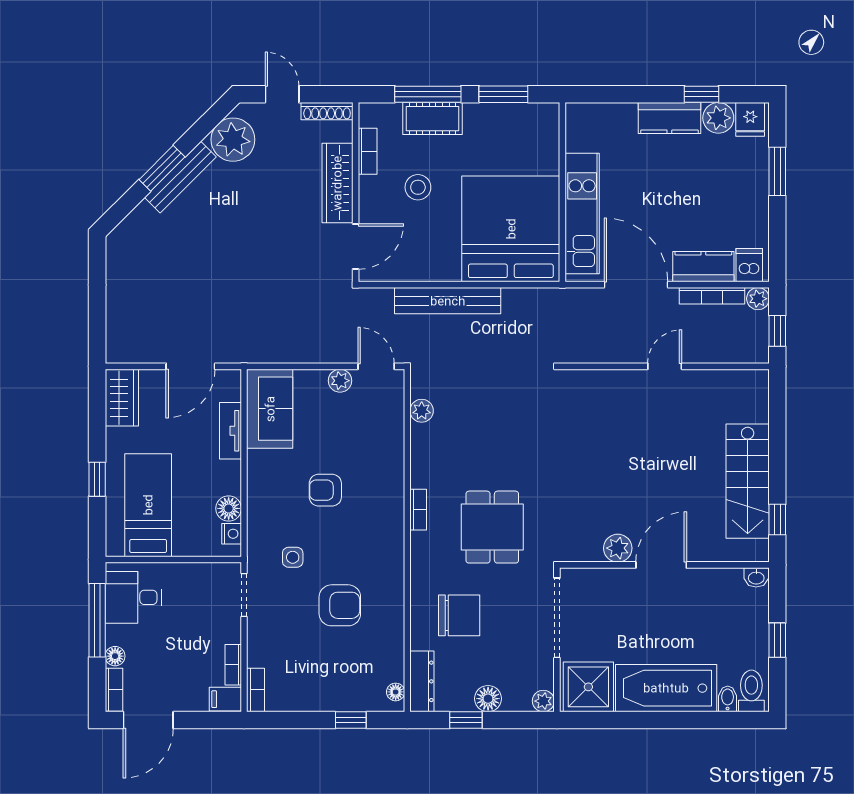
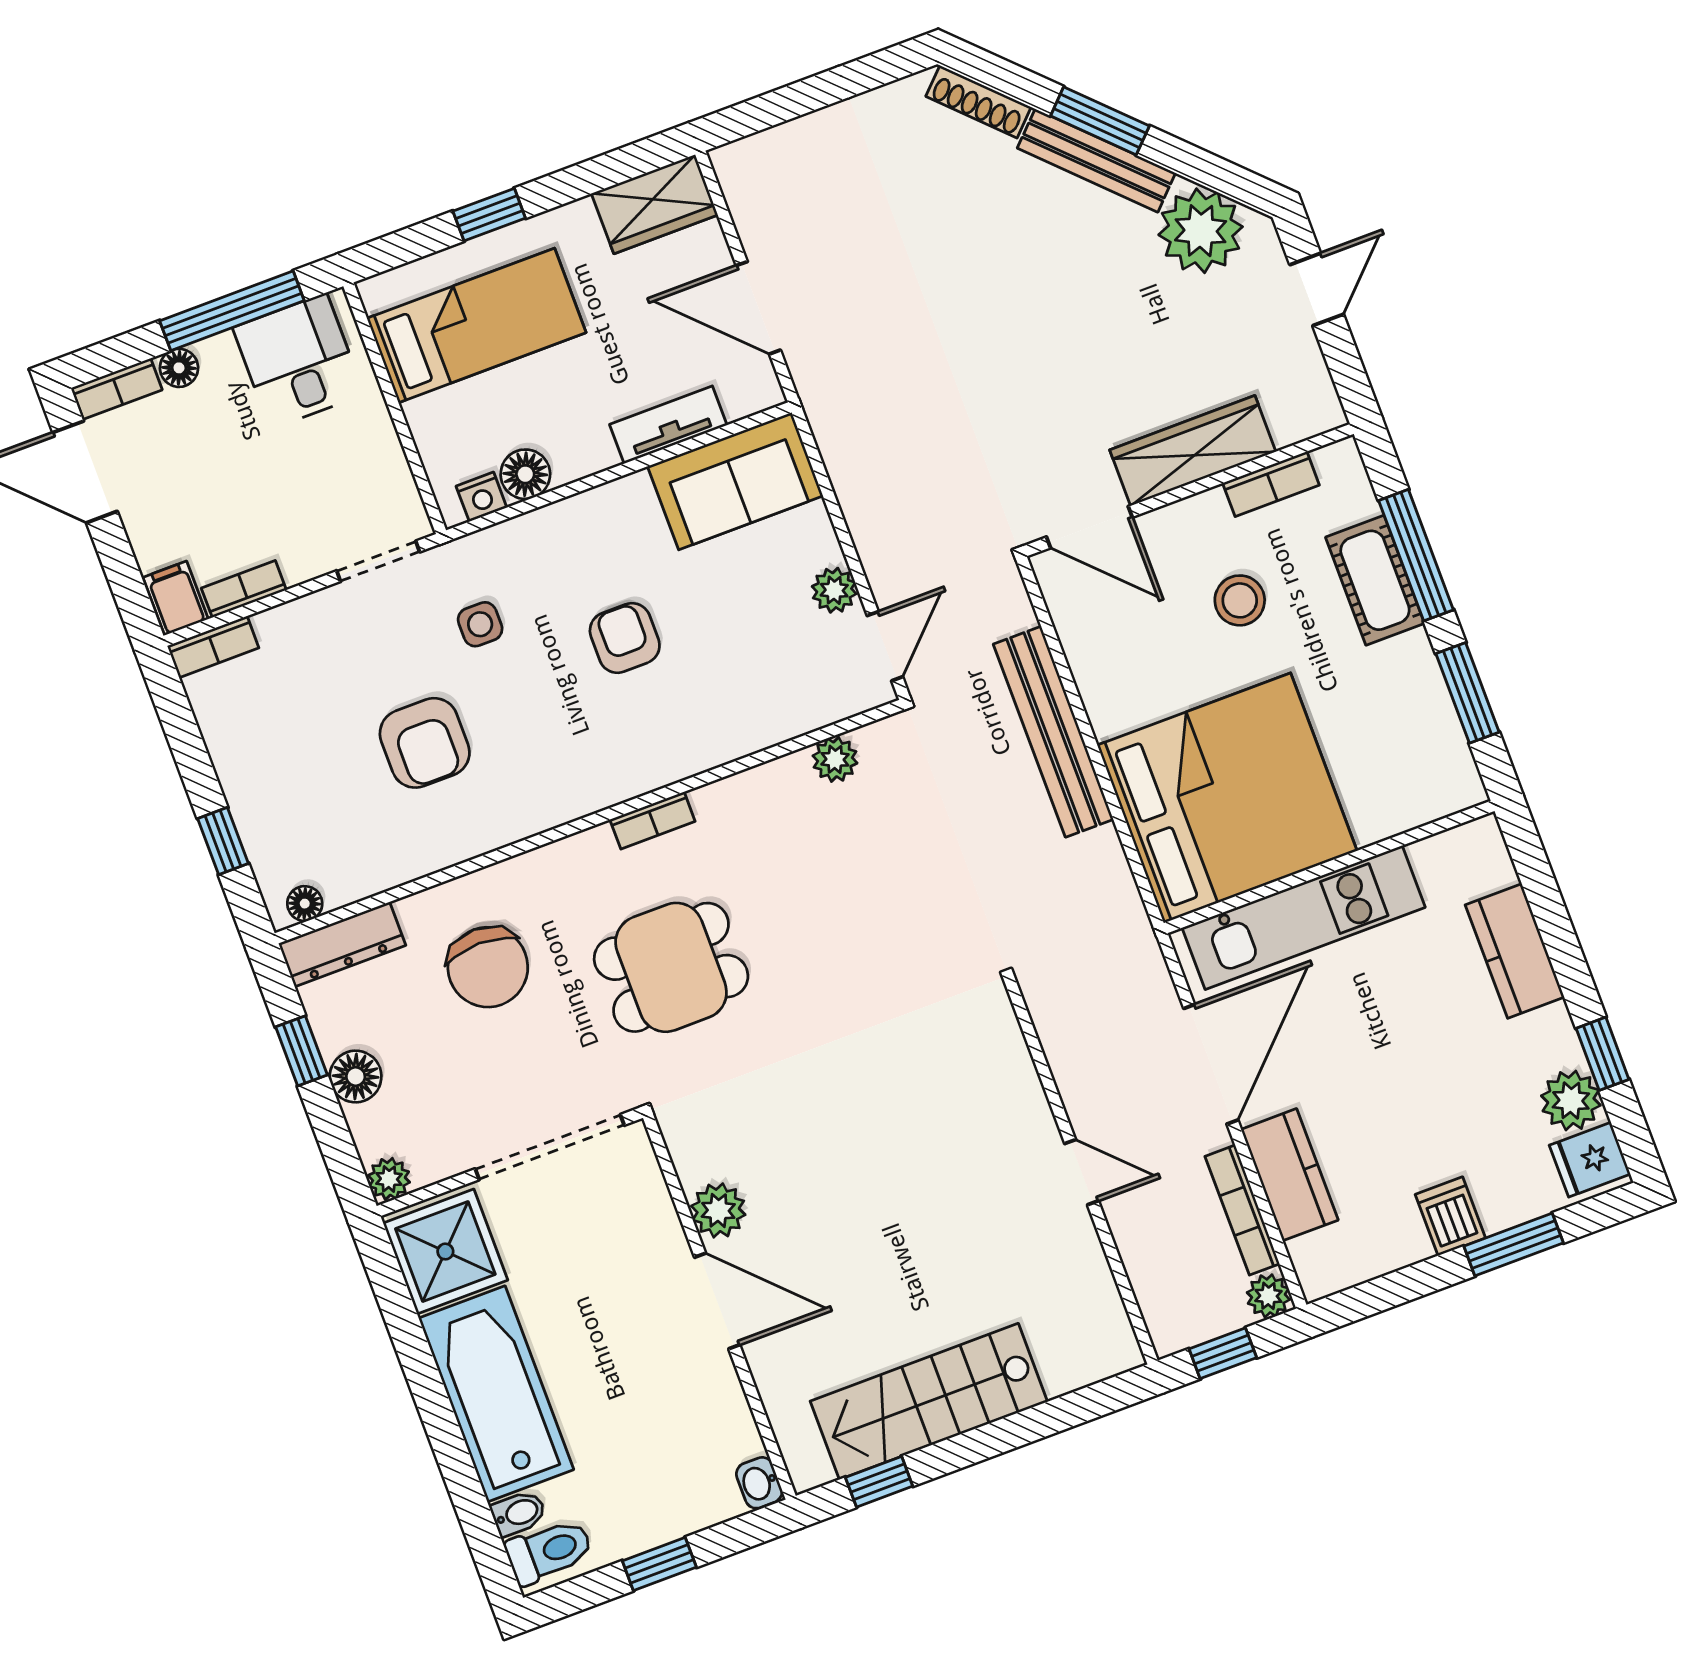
shoe rack: (327, 111) -> (978, 102), moved, turned -45
kitchen counter: (669, 118) -> (1515, 951), moved
dishwasher: (749, 265) -> (1450, 1216), moved, turned -90

